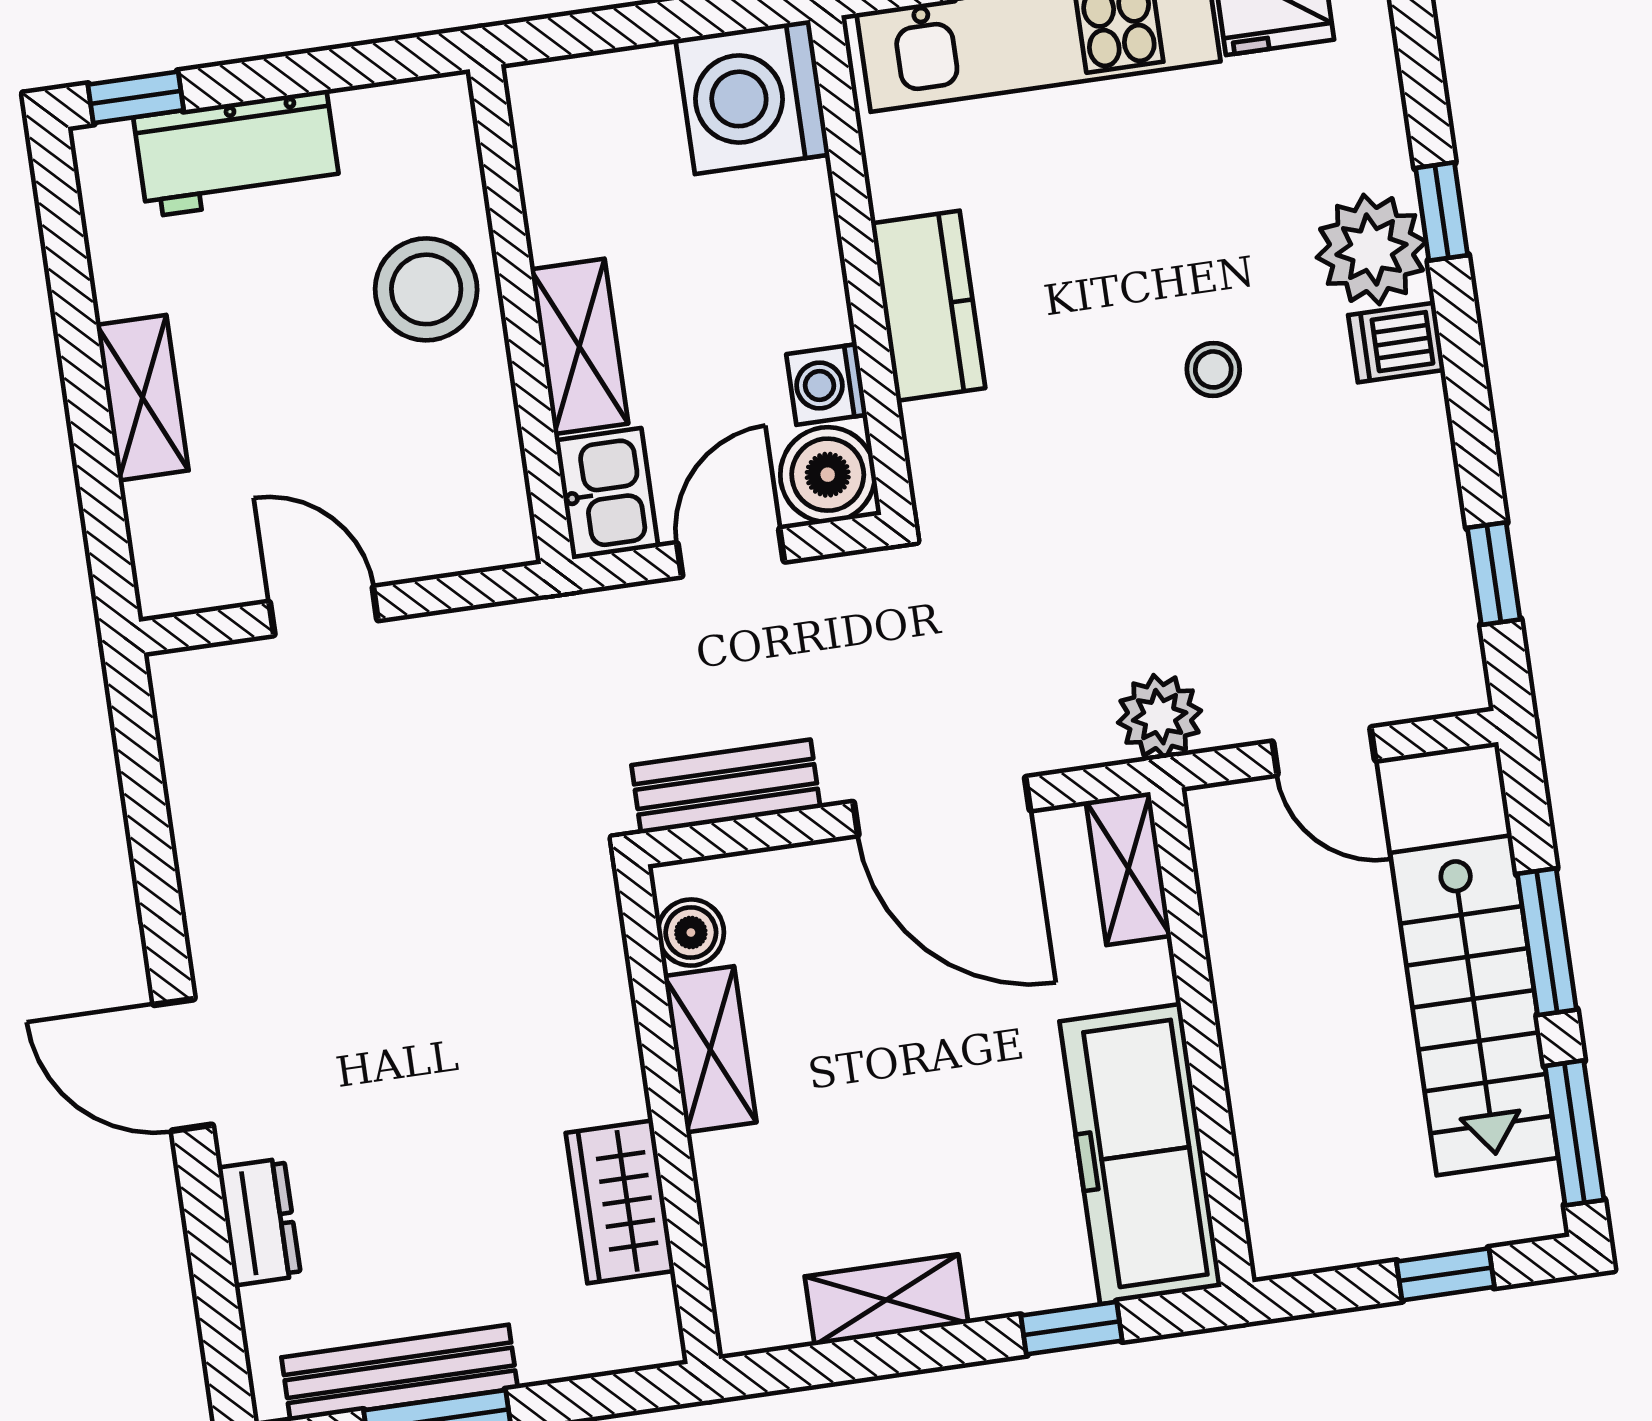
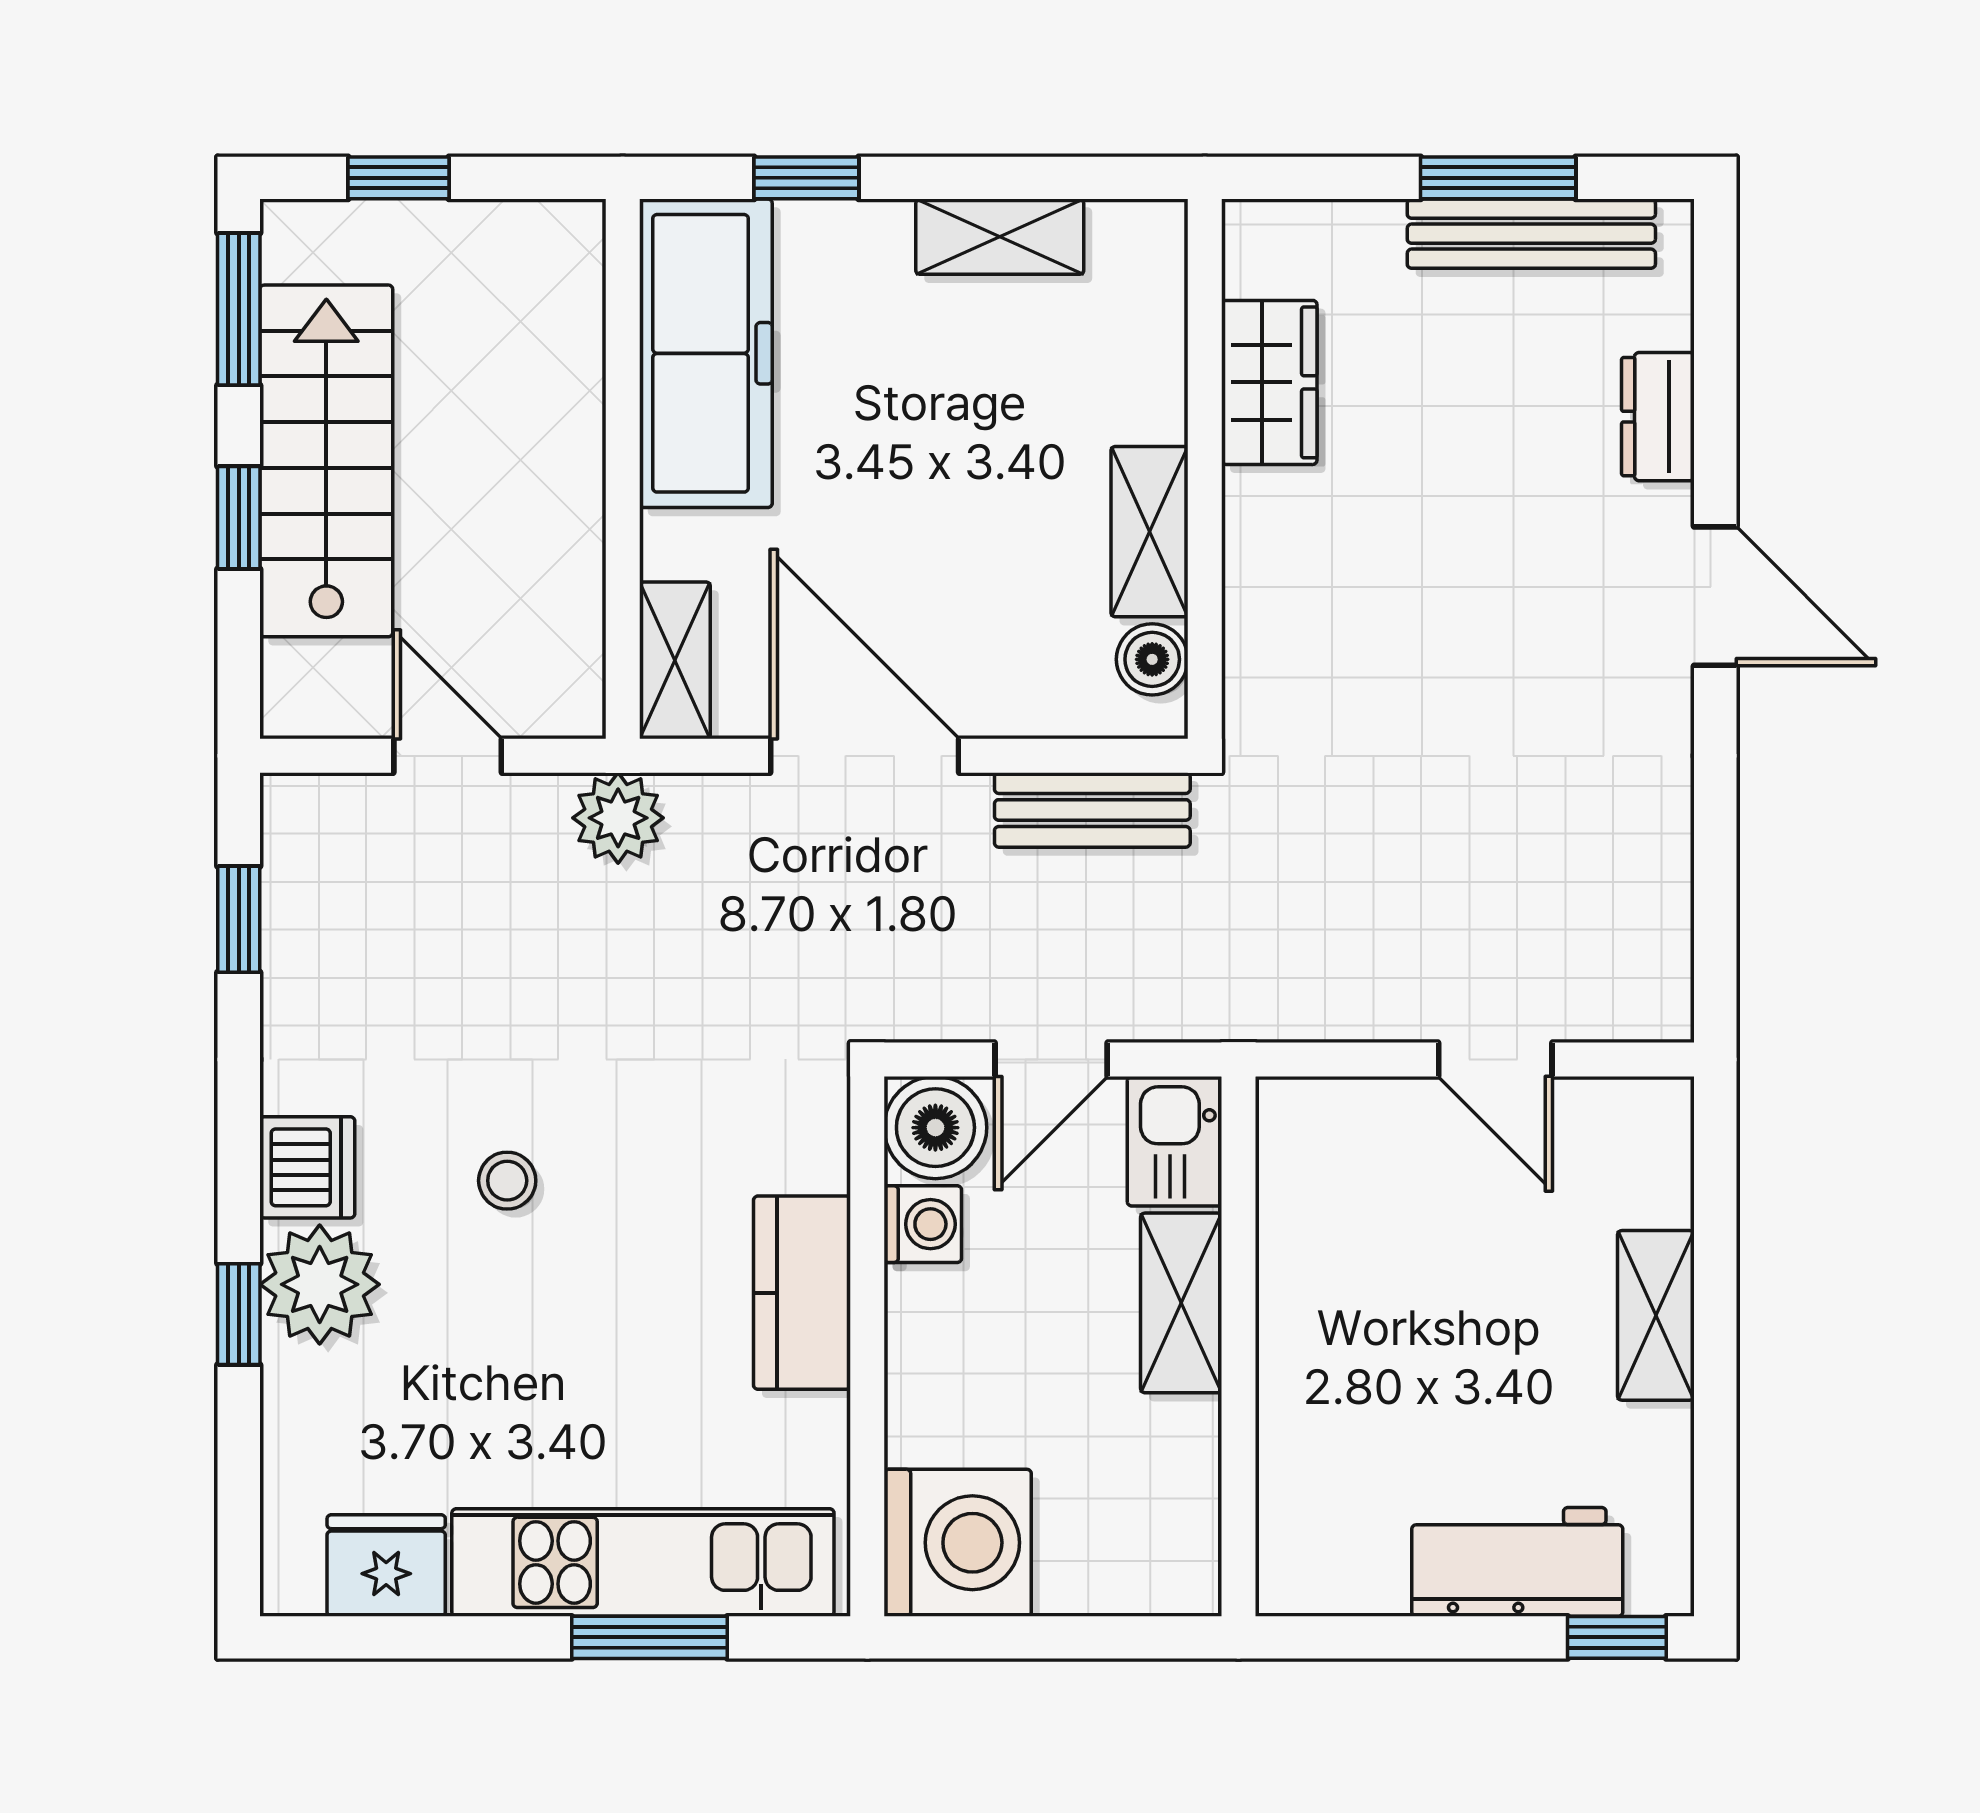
stool: (426, 289) -> (1336, 1387), removed
dishwasher: (1396, 342) -> (307, 1167), width x1.38
window: (1547, 942) -> (239, 518), width x0.67

